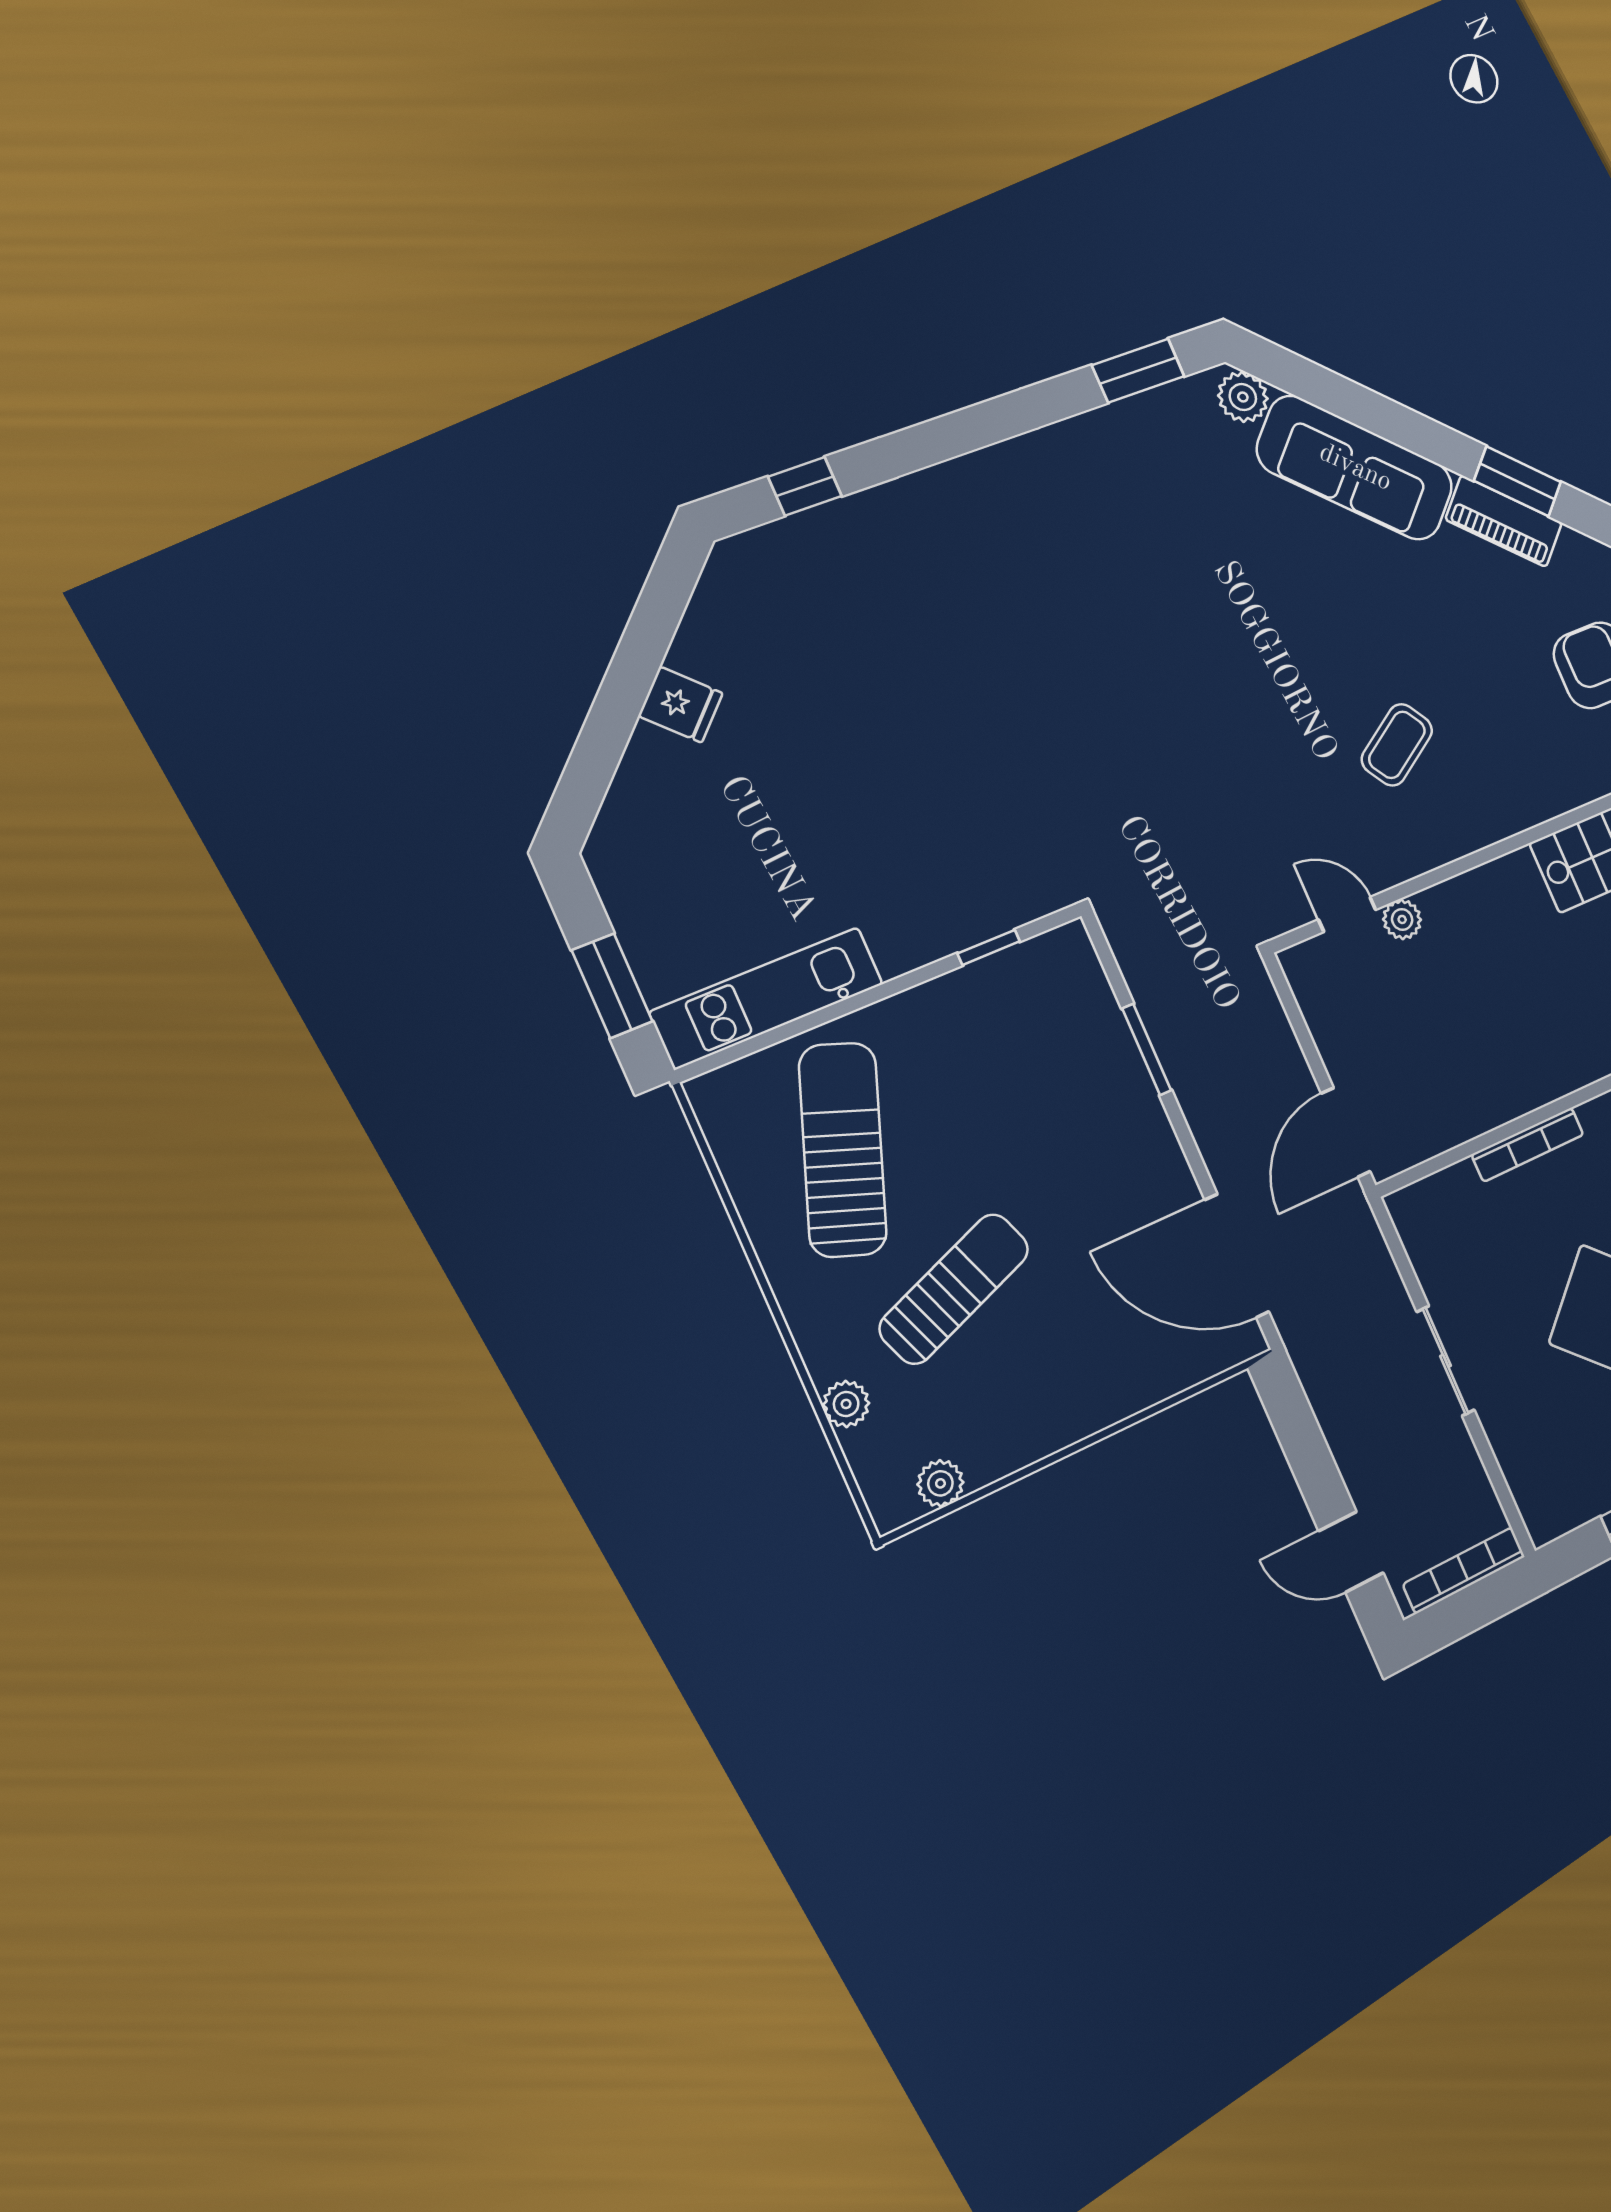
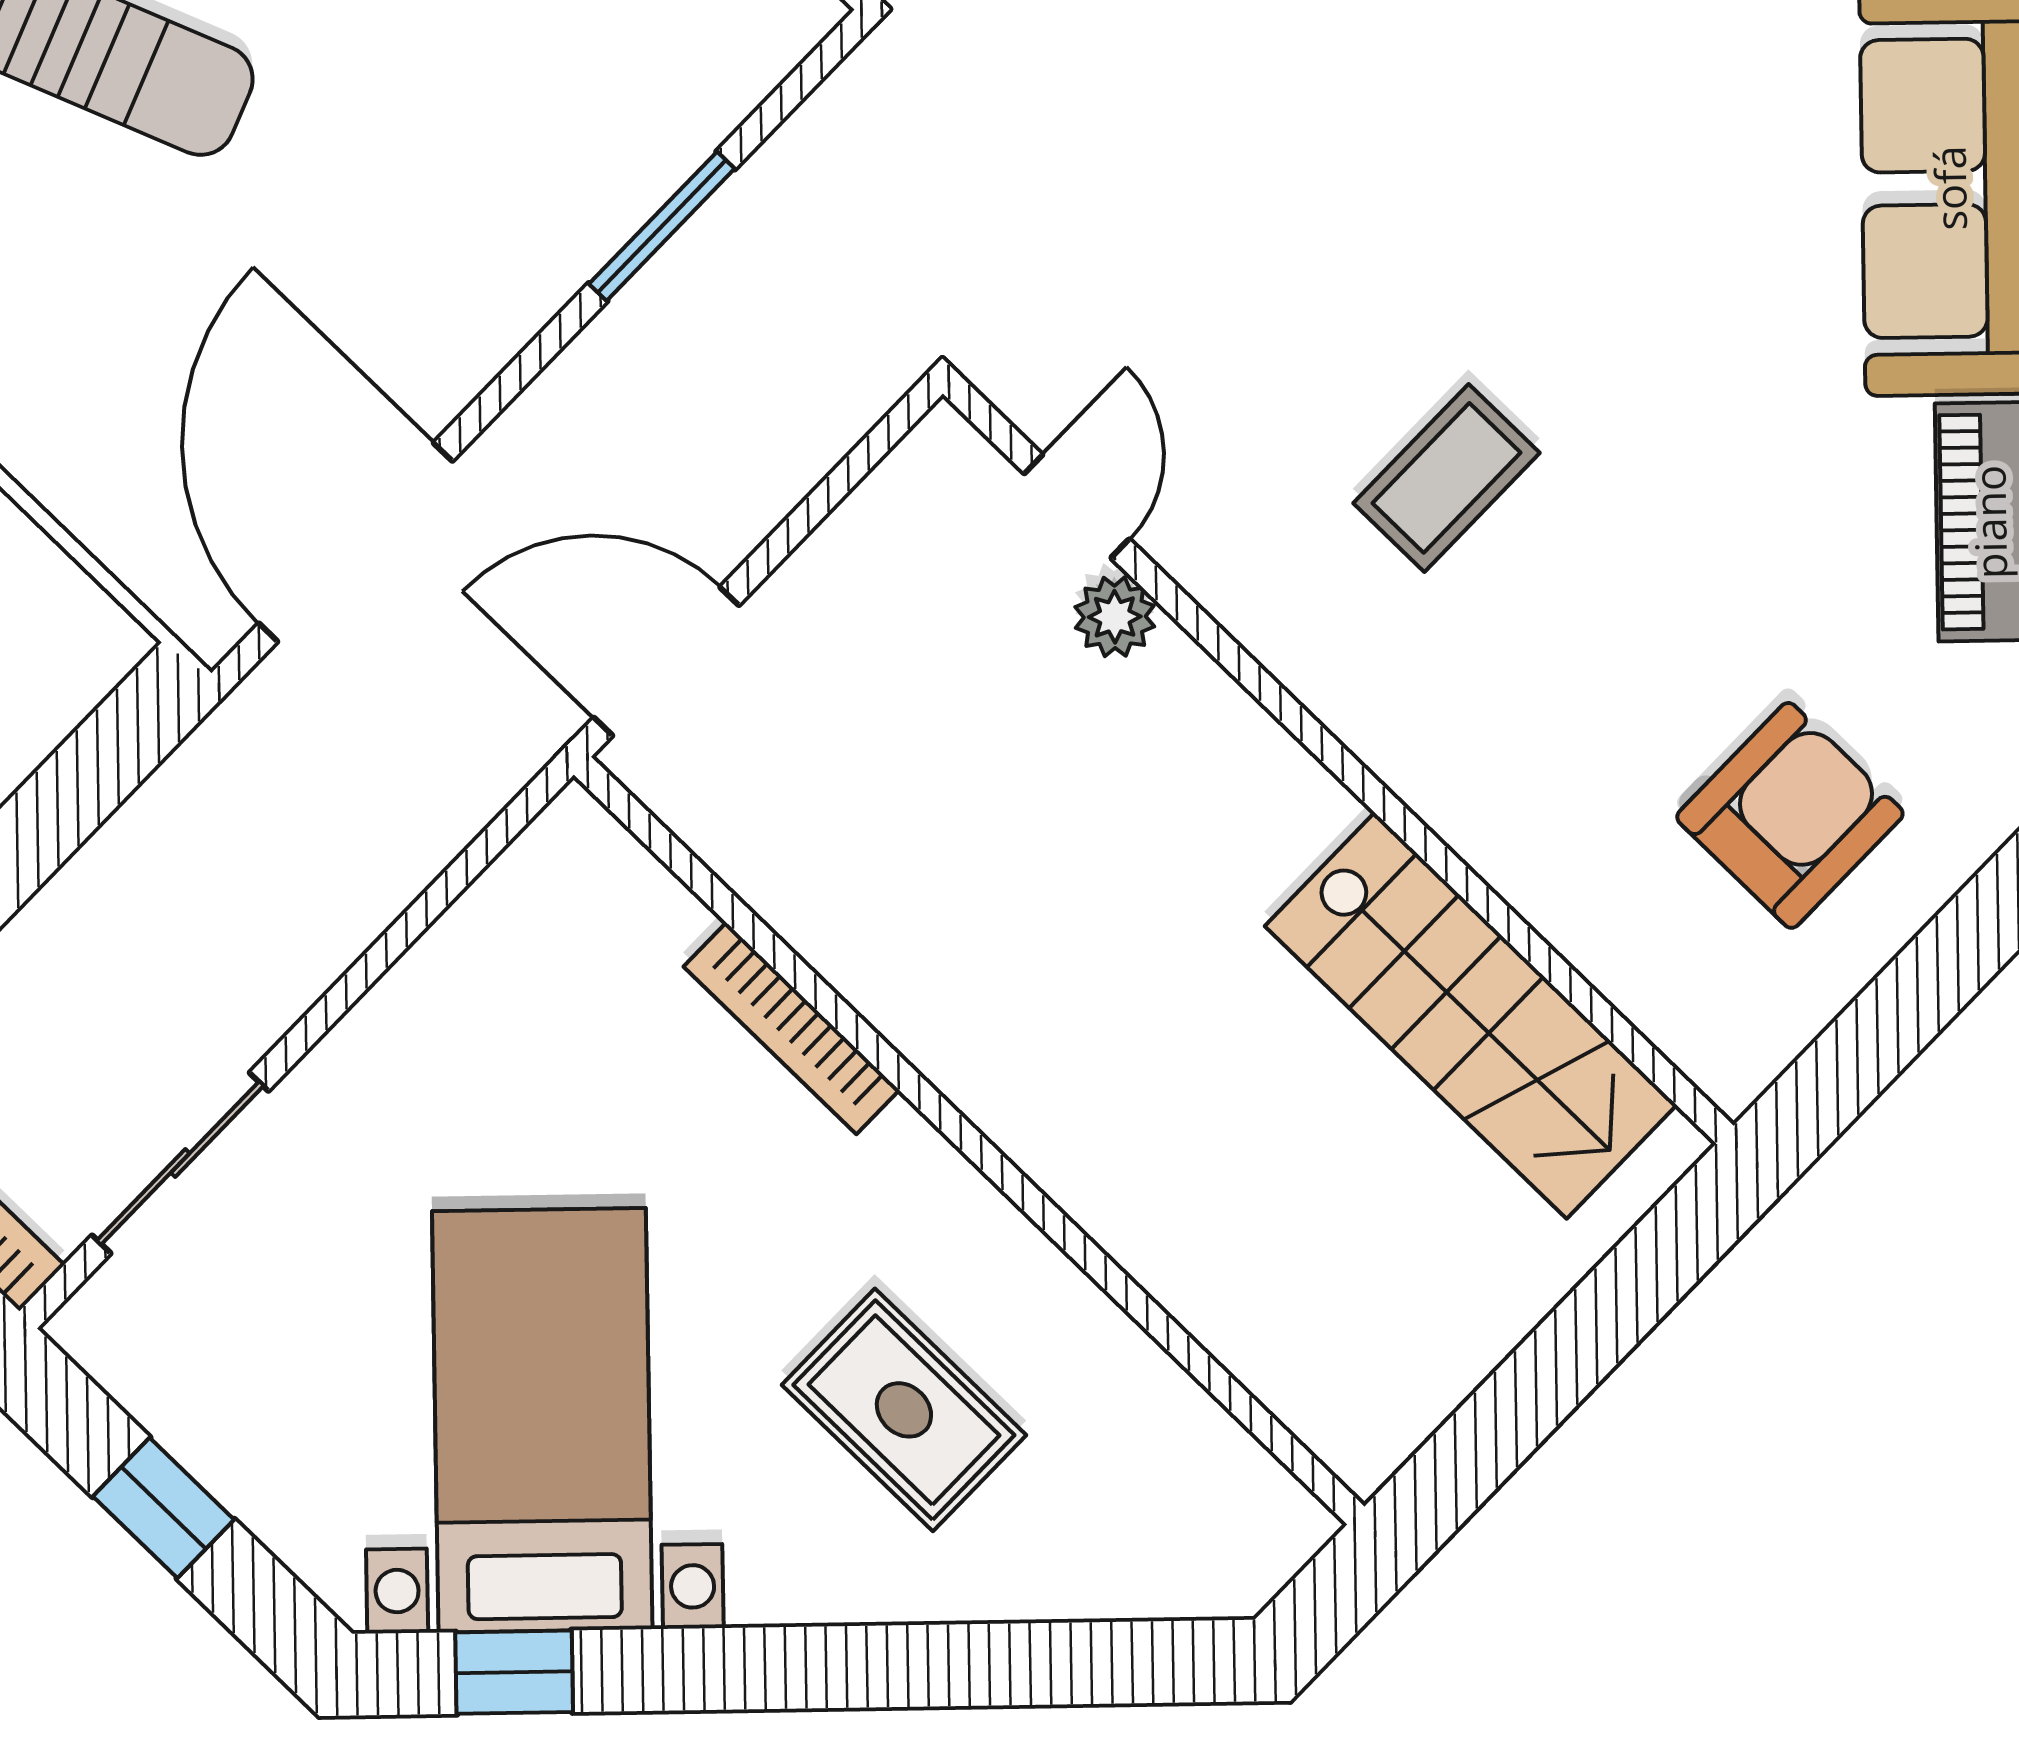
coffee table: (1397, 745) -> (1446, 478), turned -57
sliding door: (1446, 1361) -> (180, 1163), moved

